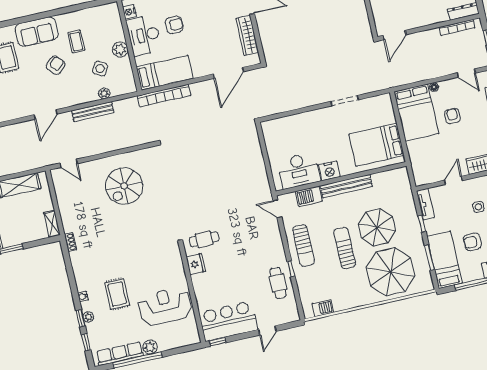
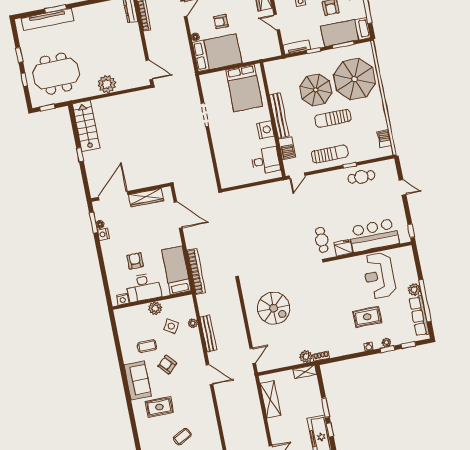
desk: (299, 171) -> (265, 161), width x0.73
plant: (69, 225) -> (306, 356), added
bar counter: (228, 321) -> (374, 235), moved, turned 90

